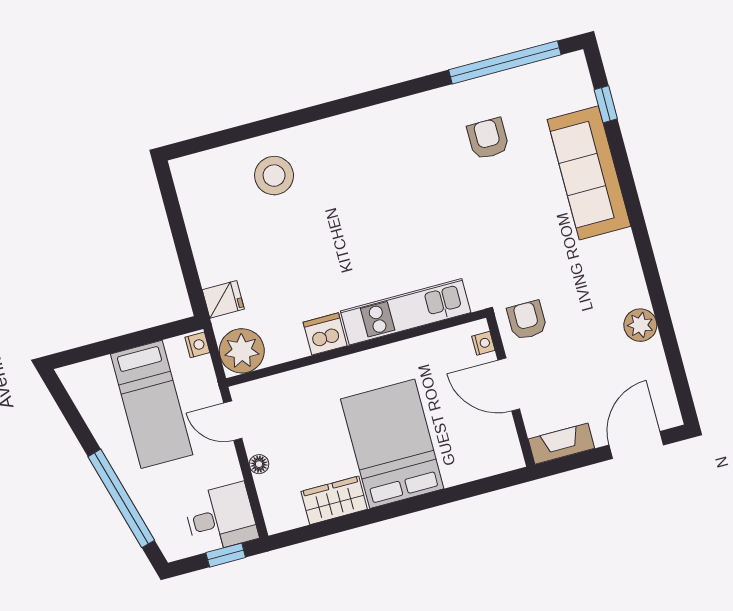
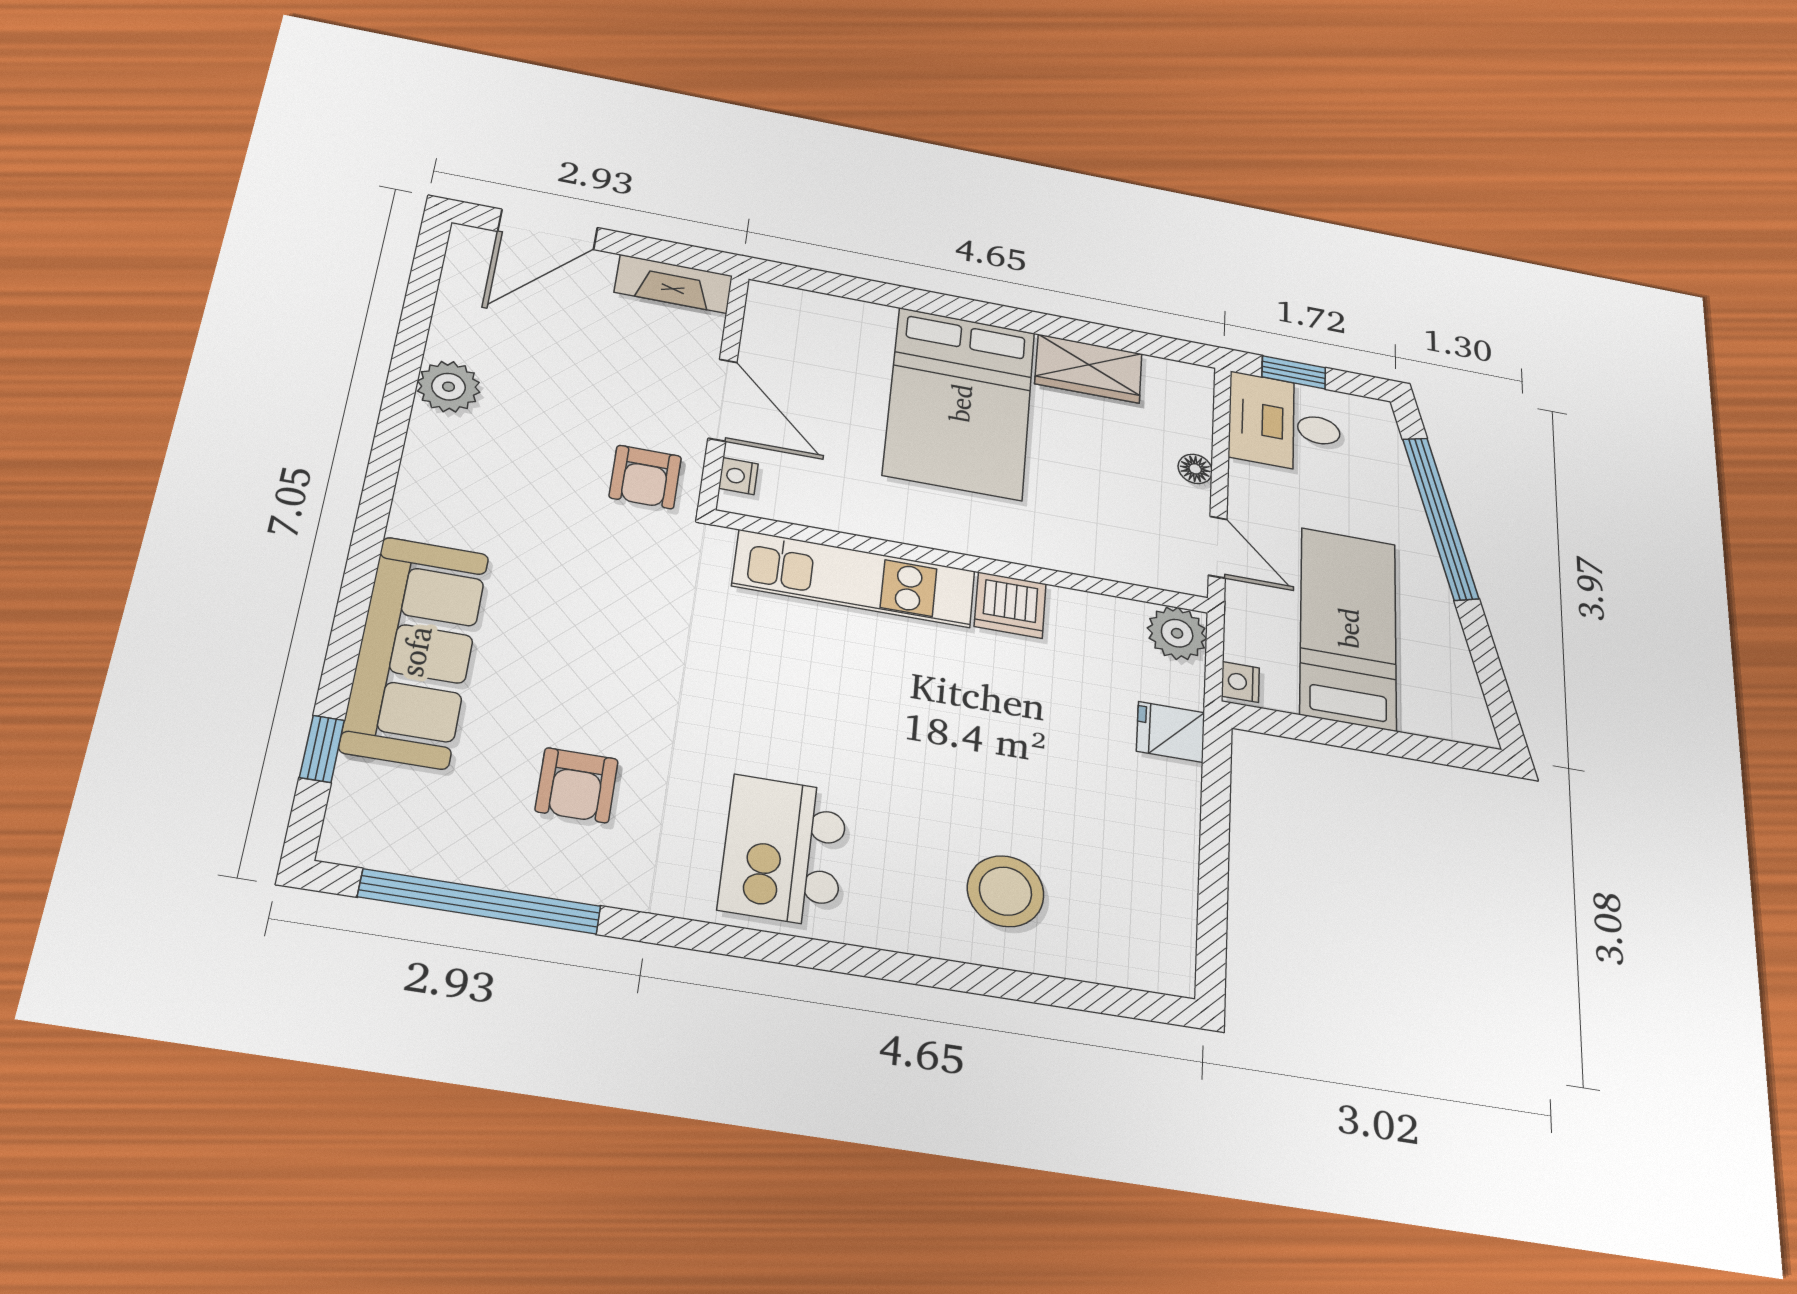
kitchen island: (383, 149) -> (784, 851), added
plant: (242, 351) -> (1177, 633), width x0.73, depth x0.73

